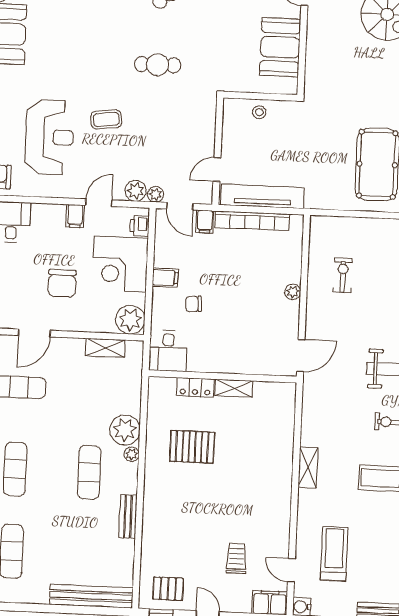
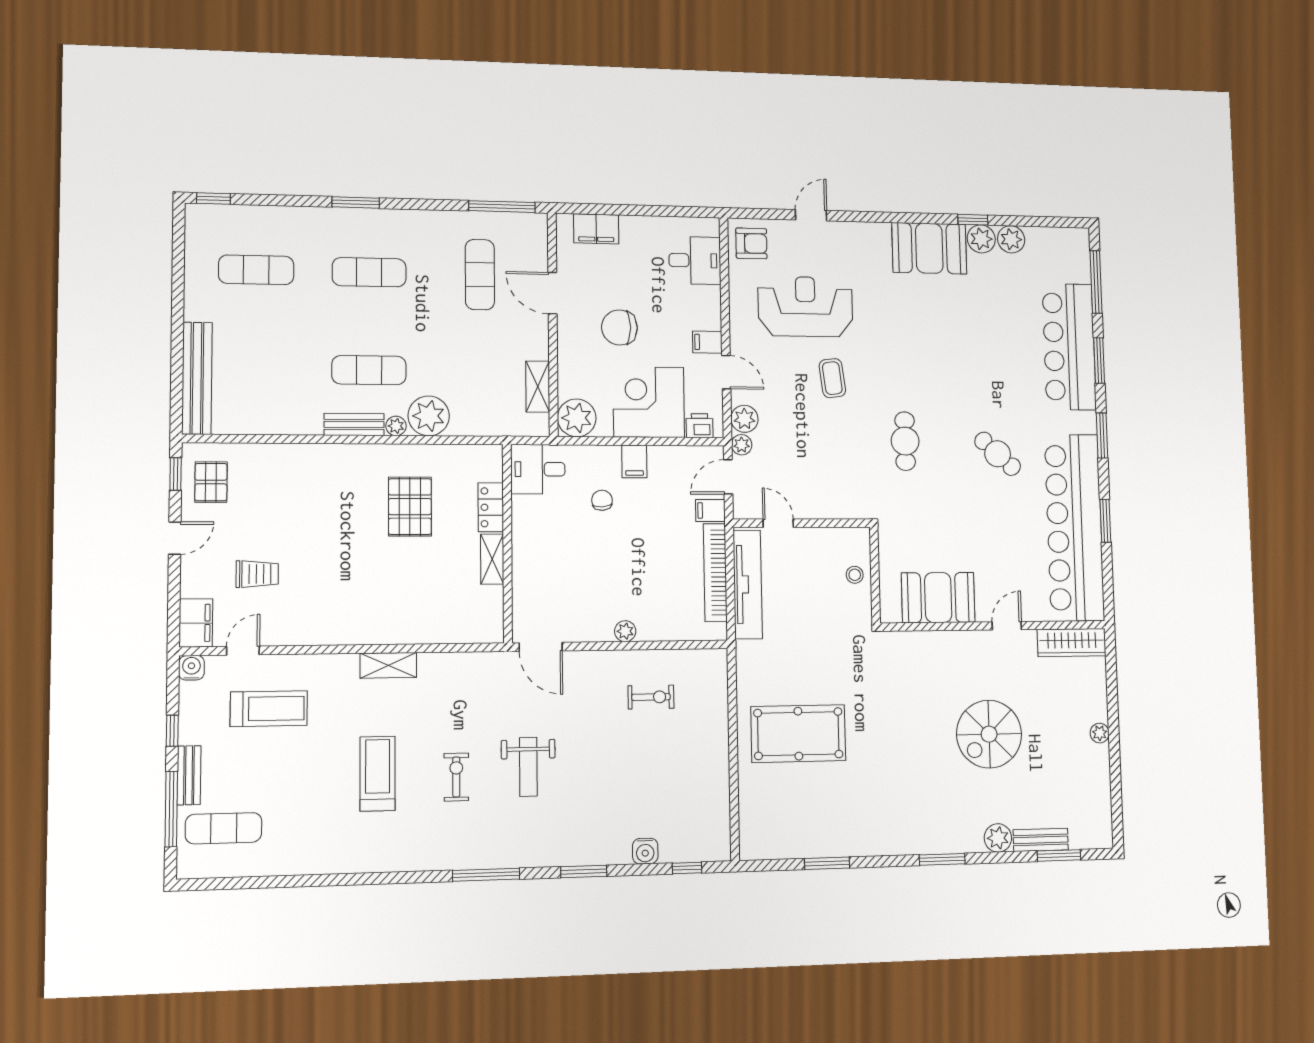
reception desk: (49, 137) -> (805, 307), turned 180
bench: (128, 516) -> (354, 424), moved

